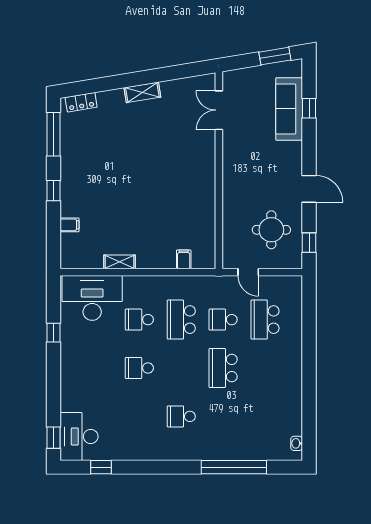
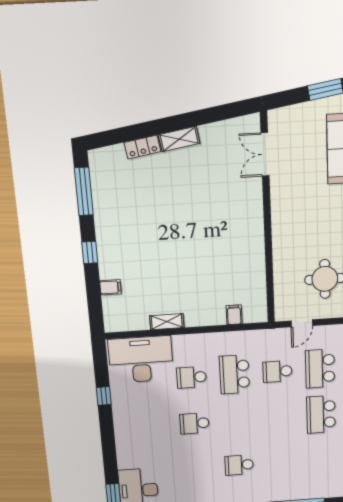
locker: (81, 102) -> (142, 147), moved
door: (248, 272) -> (302, 323), hinge flipped
school desk: (223, 368) -> (321, 414), moved

